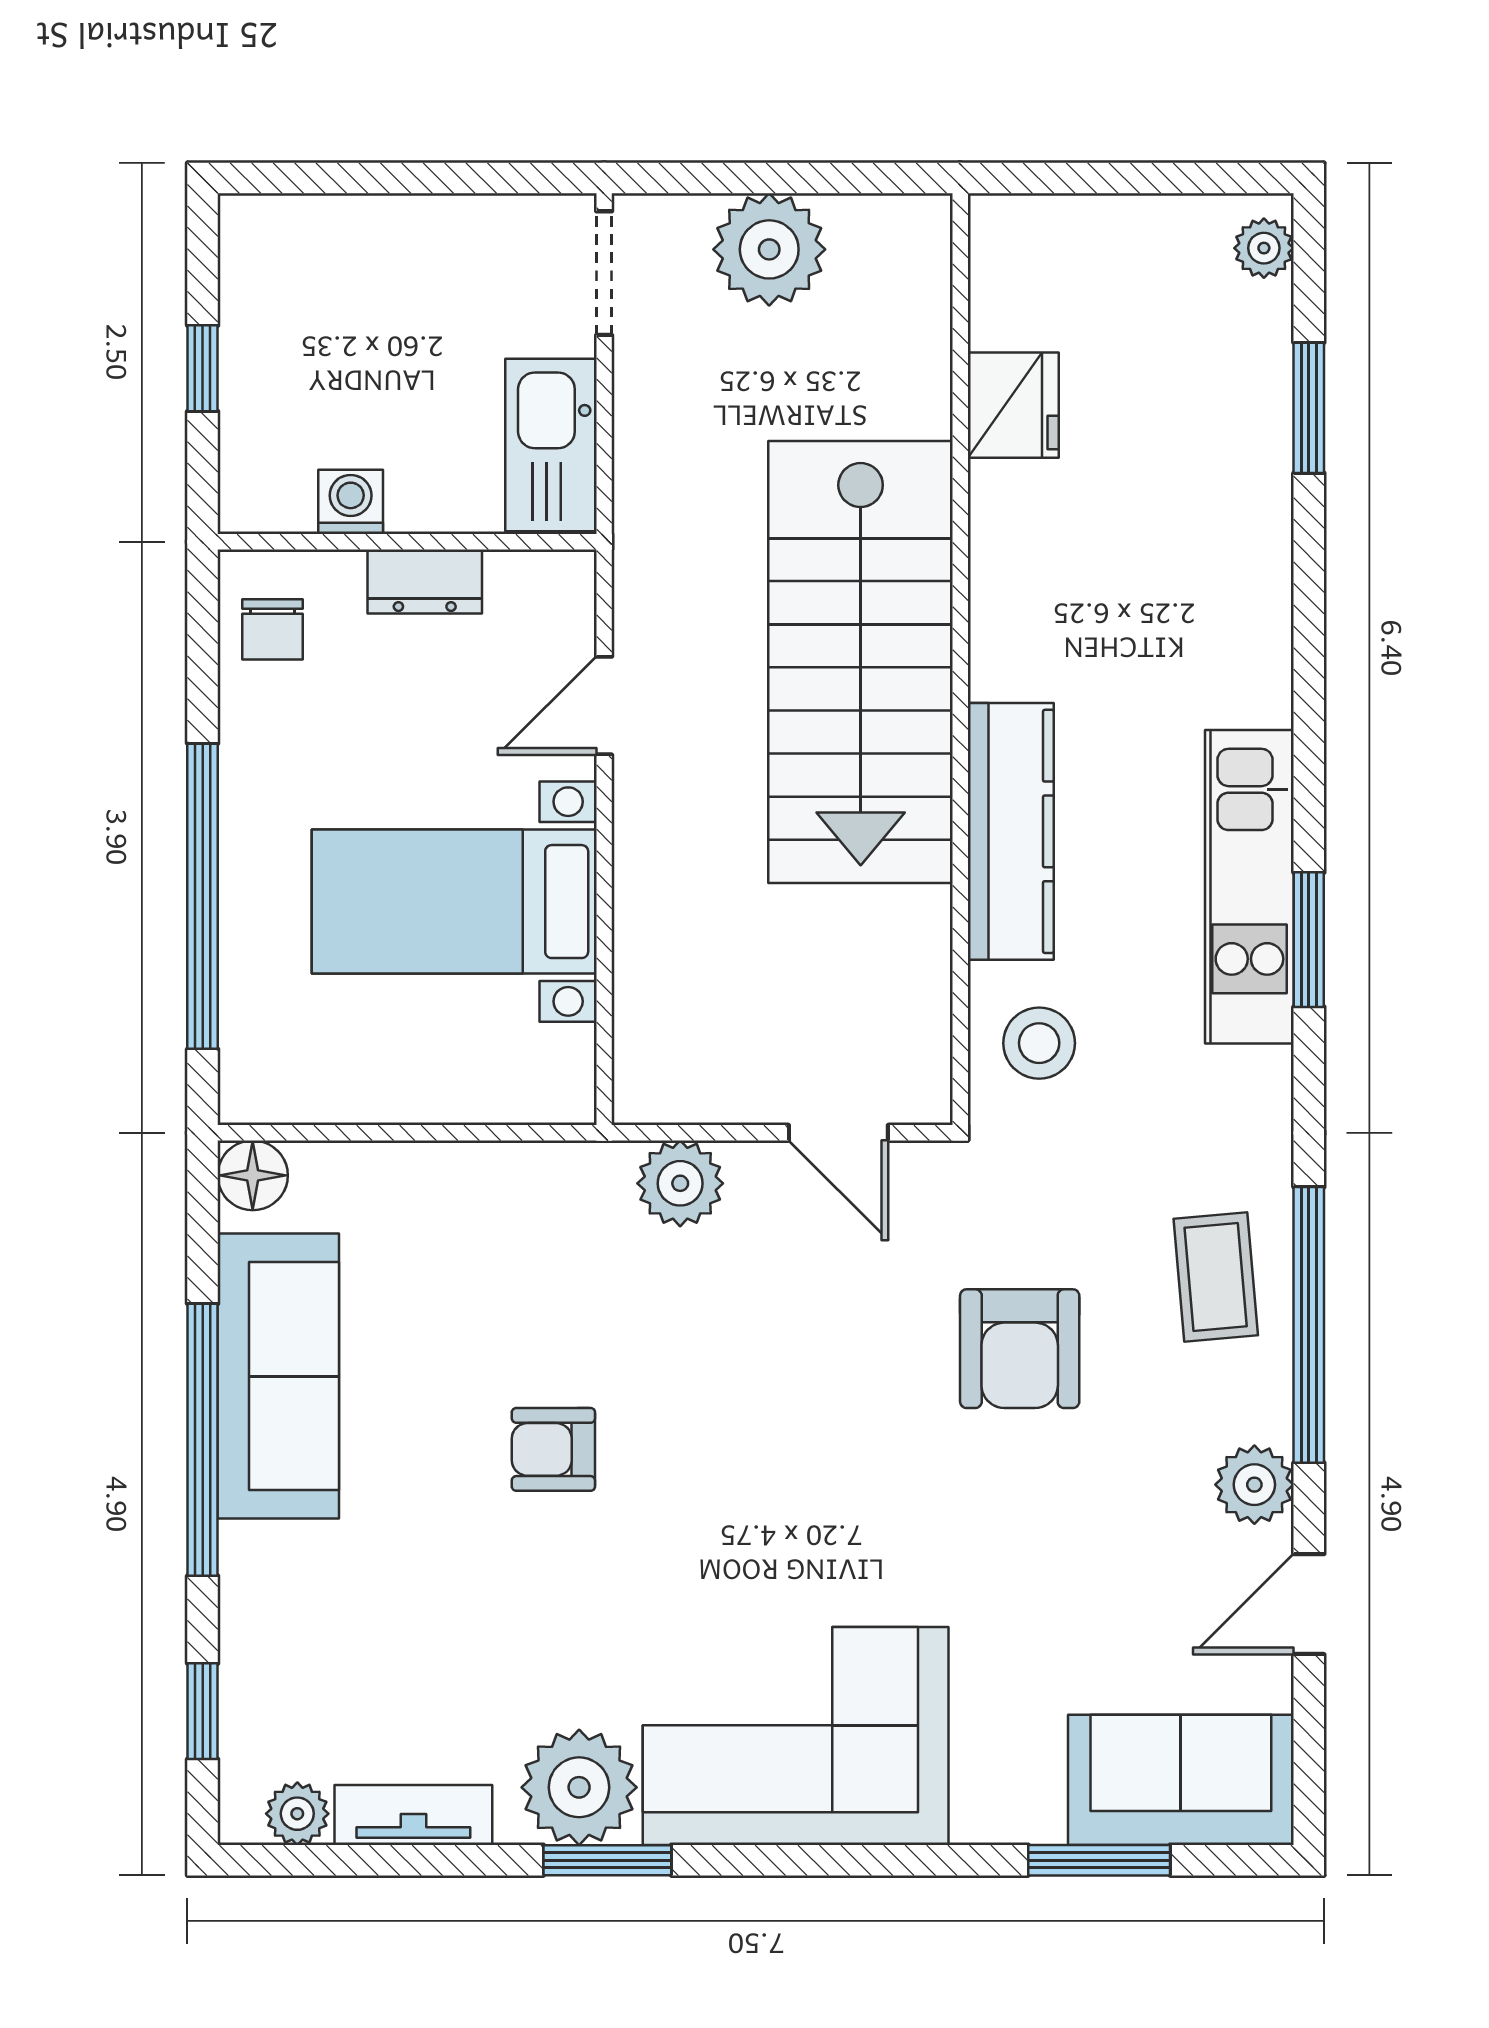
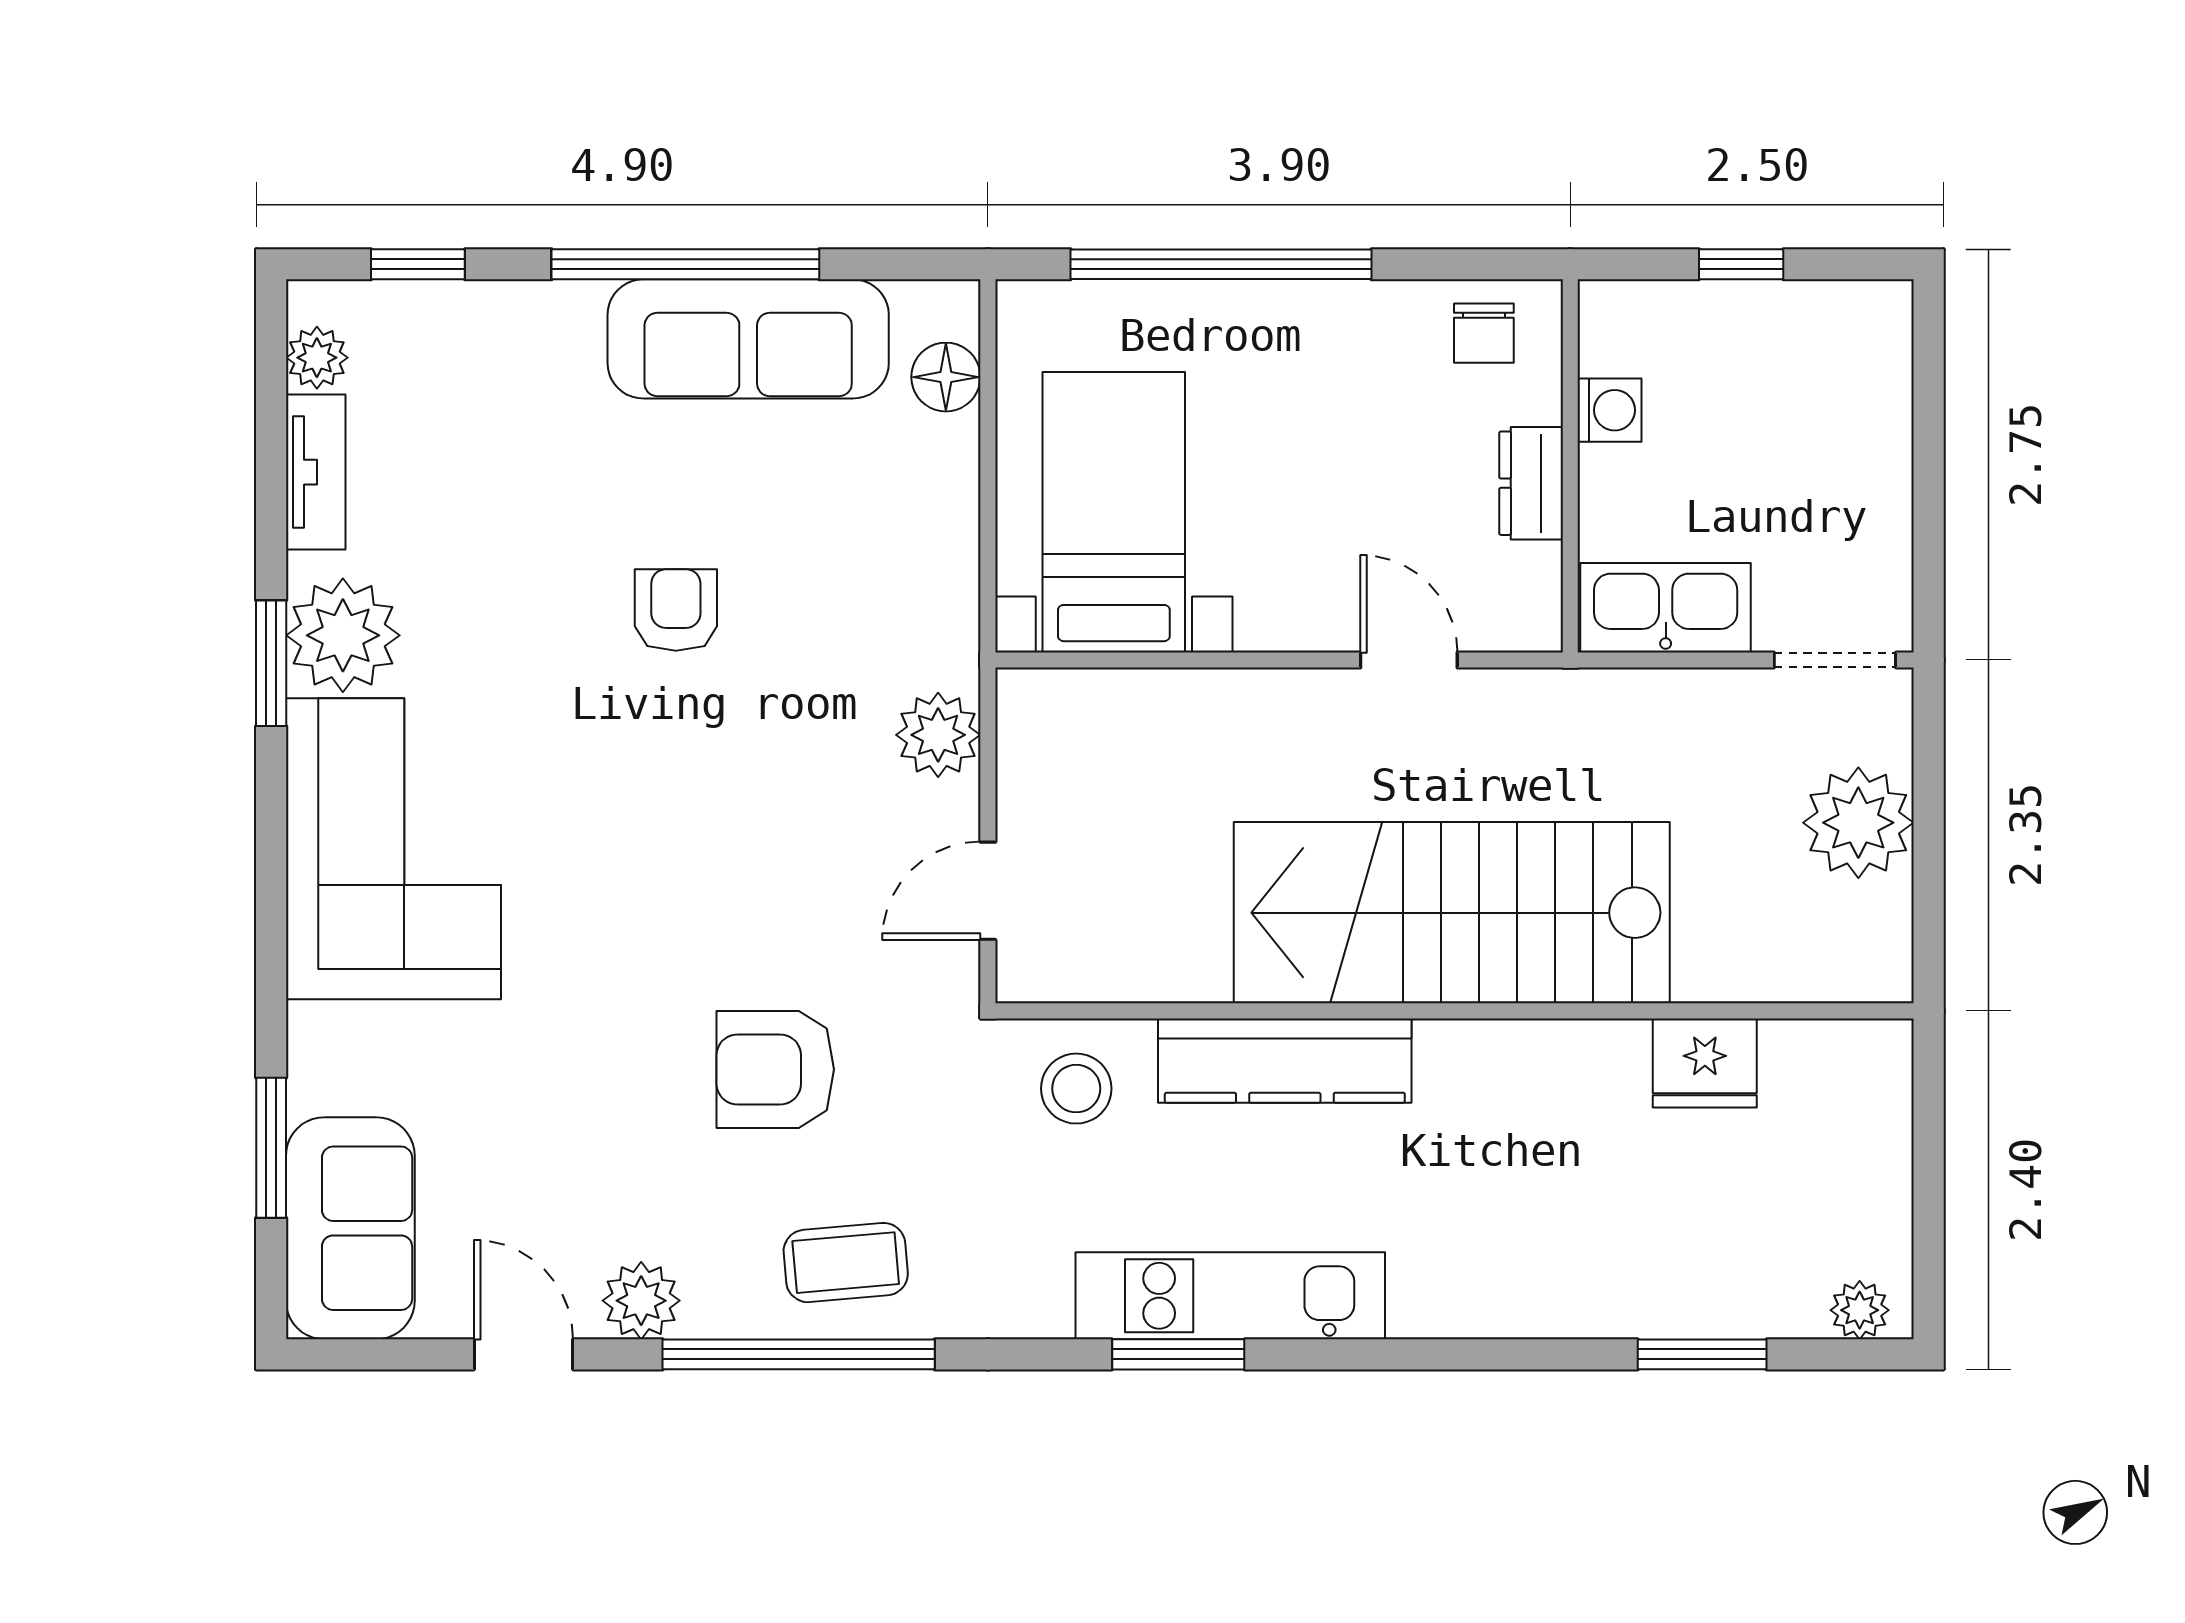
chair: (273, 629) -> (1484, 333), turned -90
bed with nightstands: (454, 902) -> (1114, 512), moved
floor lamp: (253, 1175) -> (946, 377), moved

